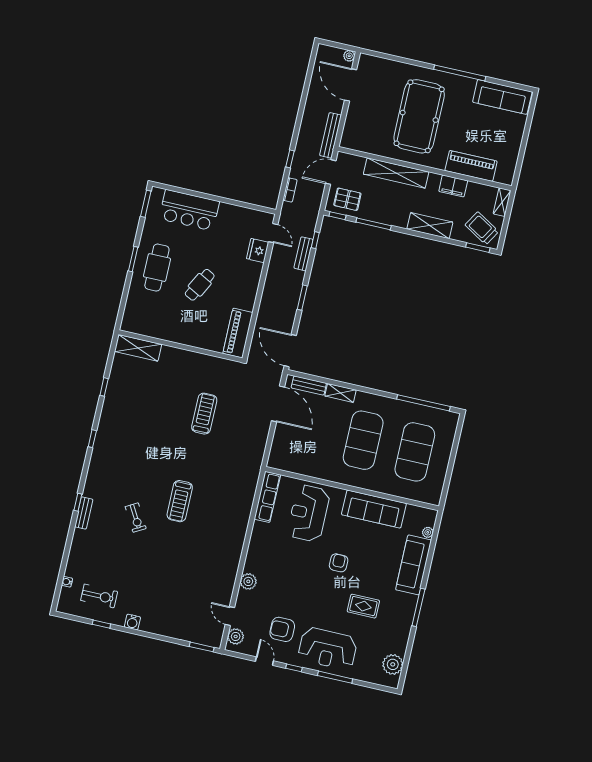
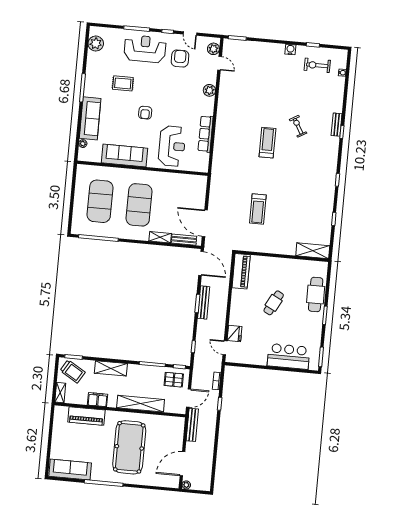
door: (351, 85) -> (182, 464), swing flipped
bench: (304, 254) -> (204, 302), moved, width x1.36
cafe table: (157, 268) -> (316, 294), moved
row of seats: (267, 497) -> (206, 134), moved
armchair: (282, 629) -> (180, 58), turned -90

